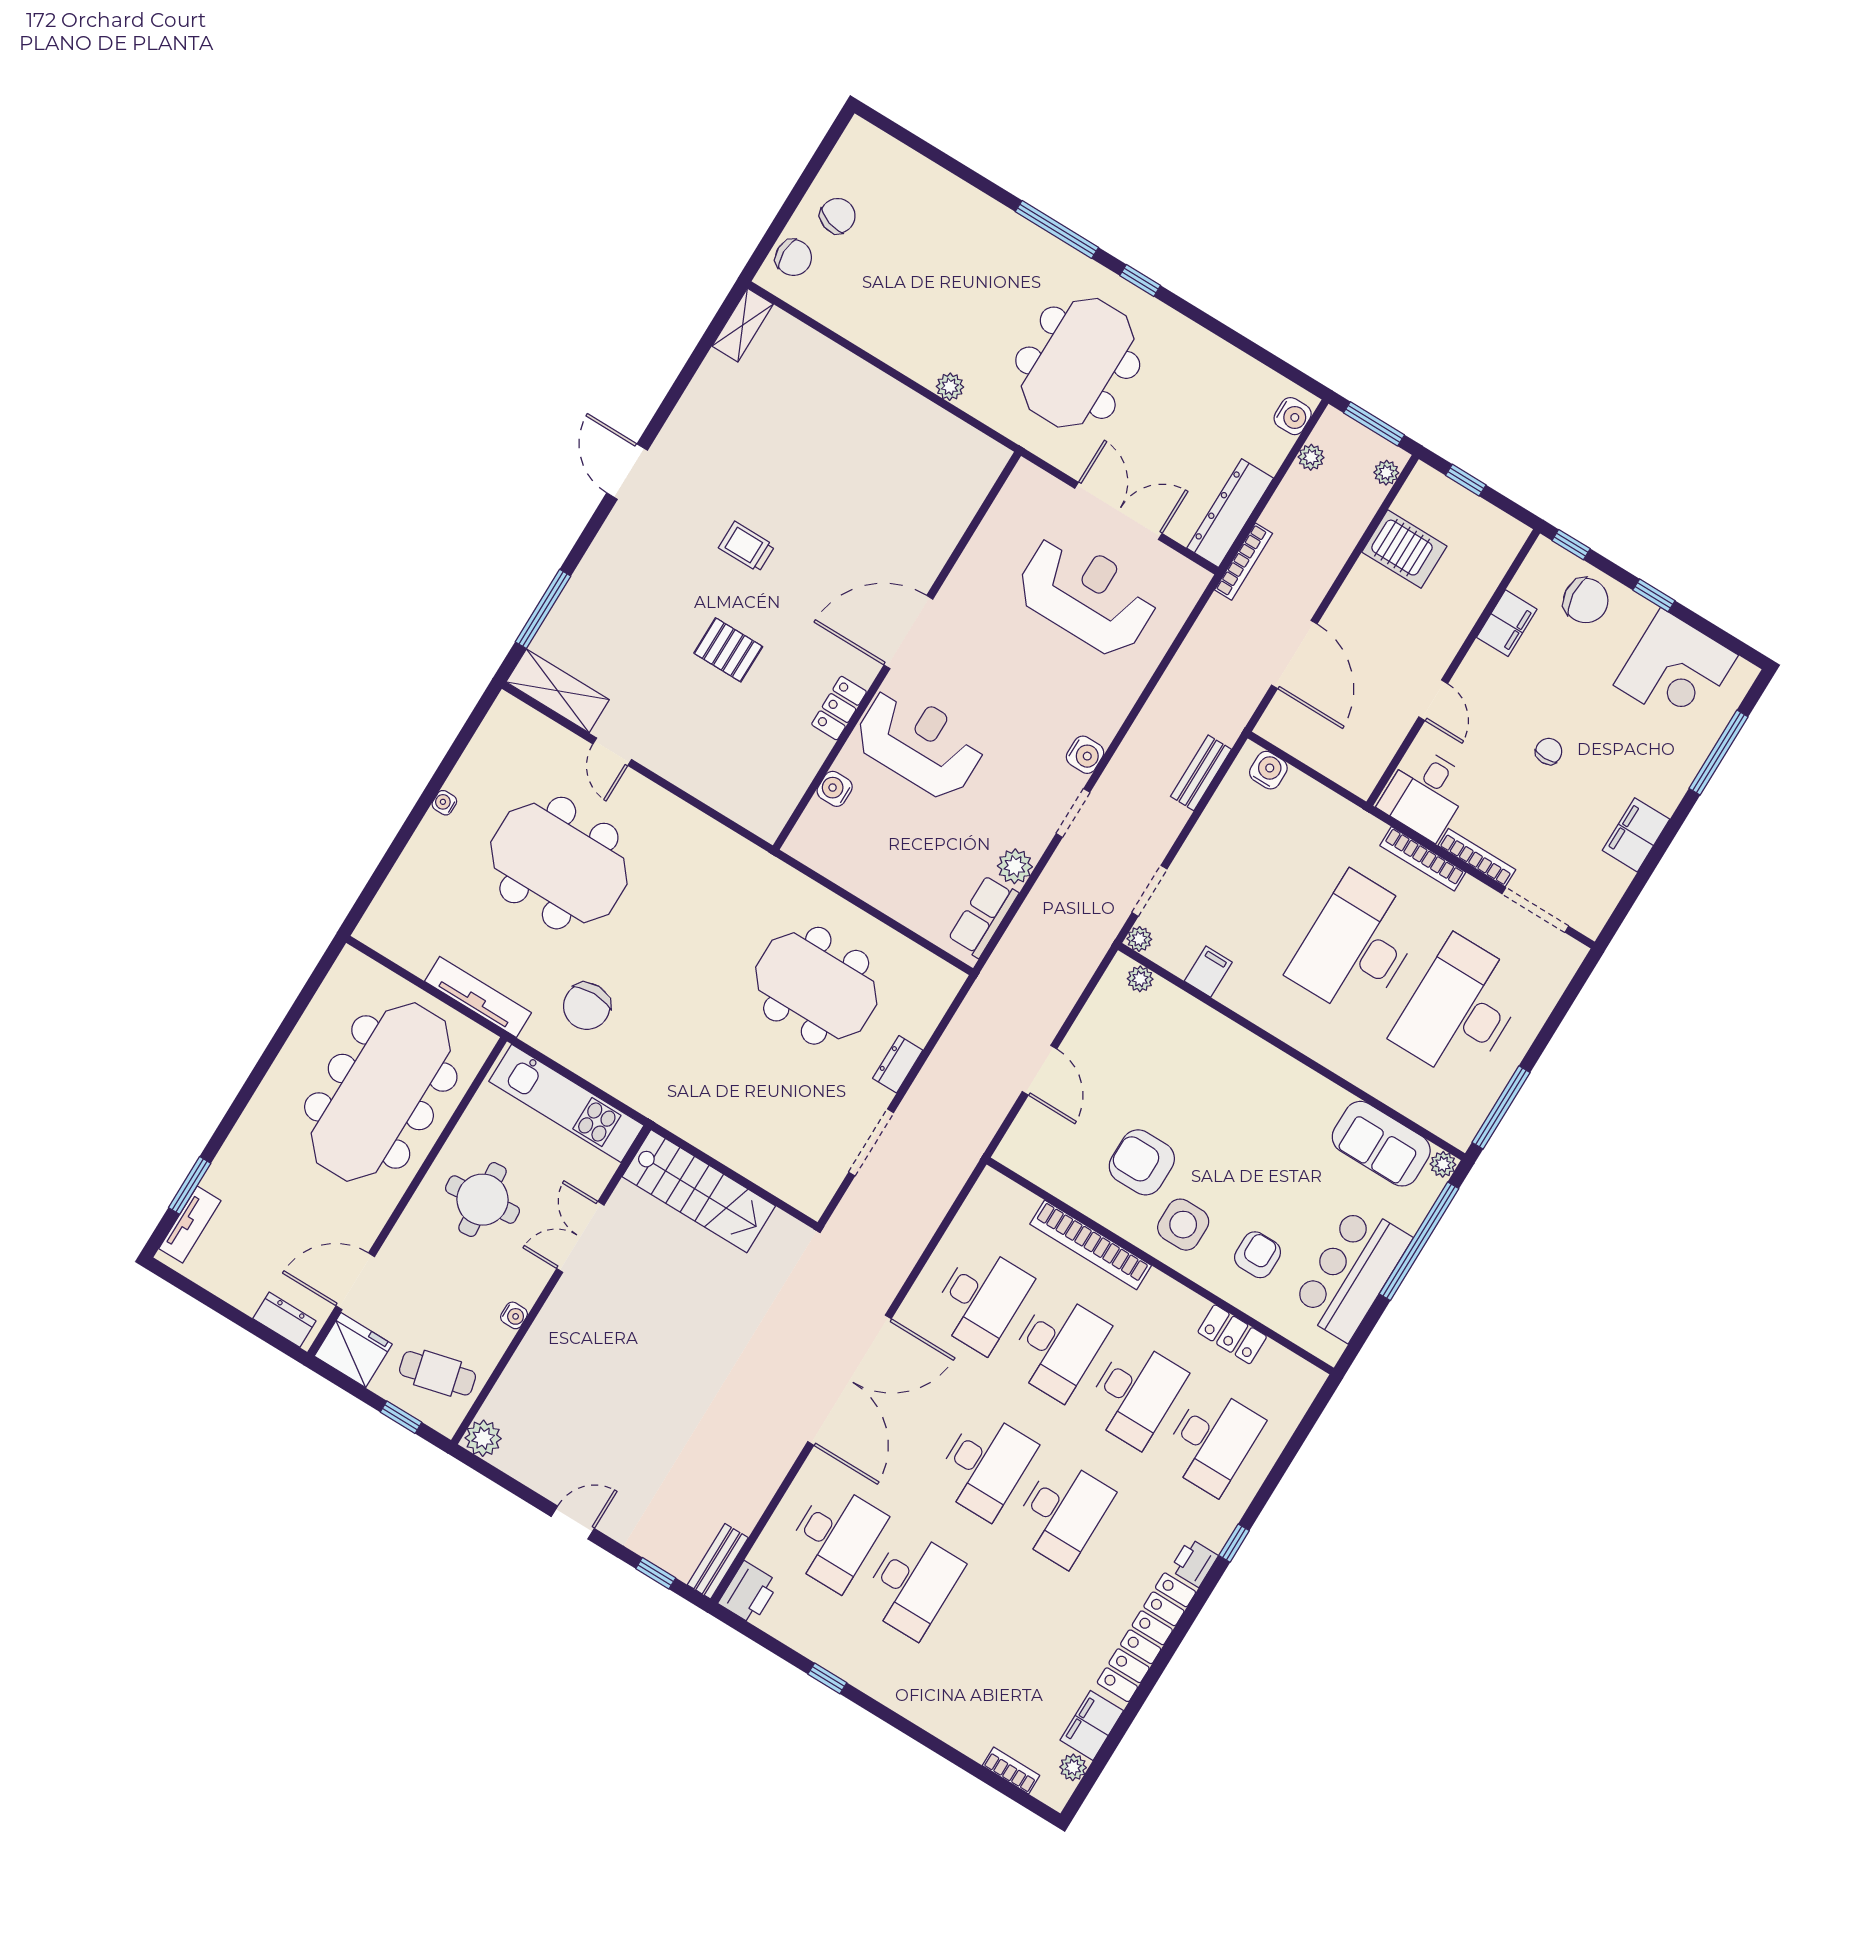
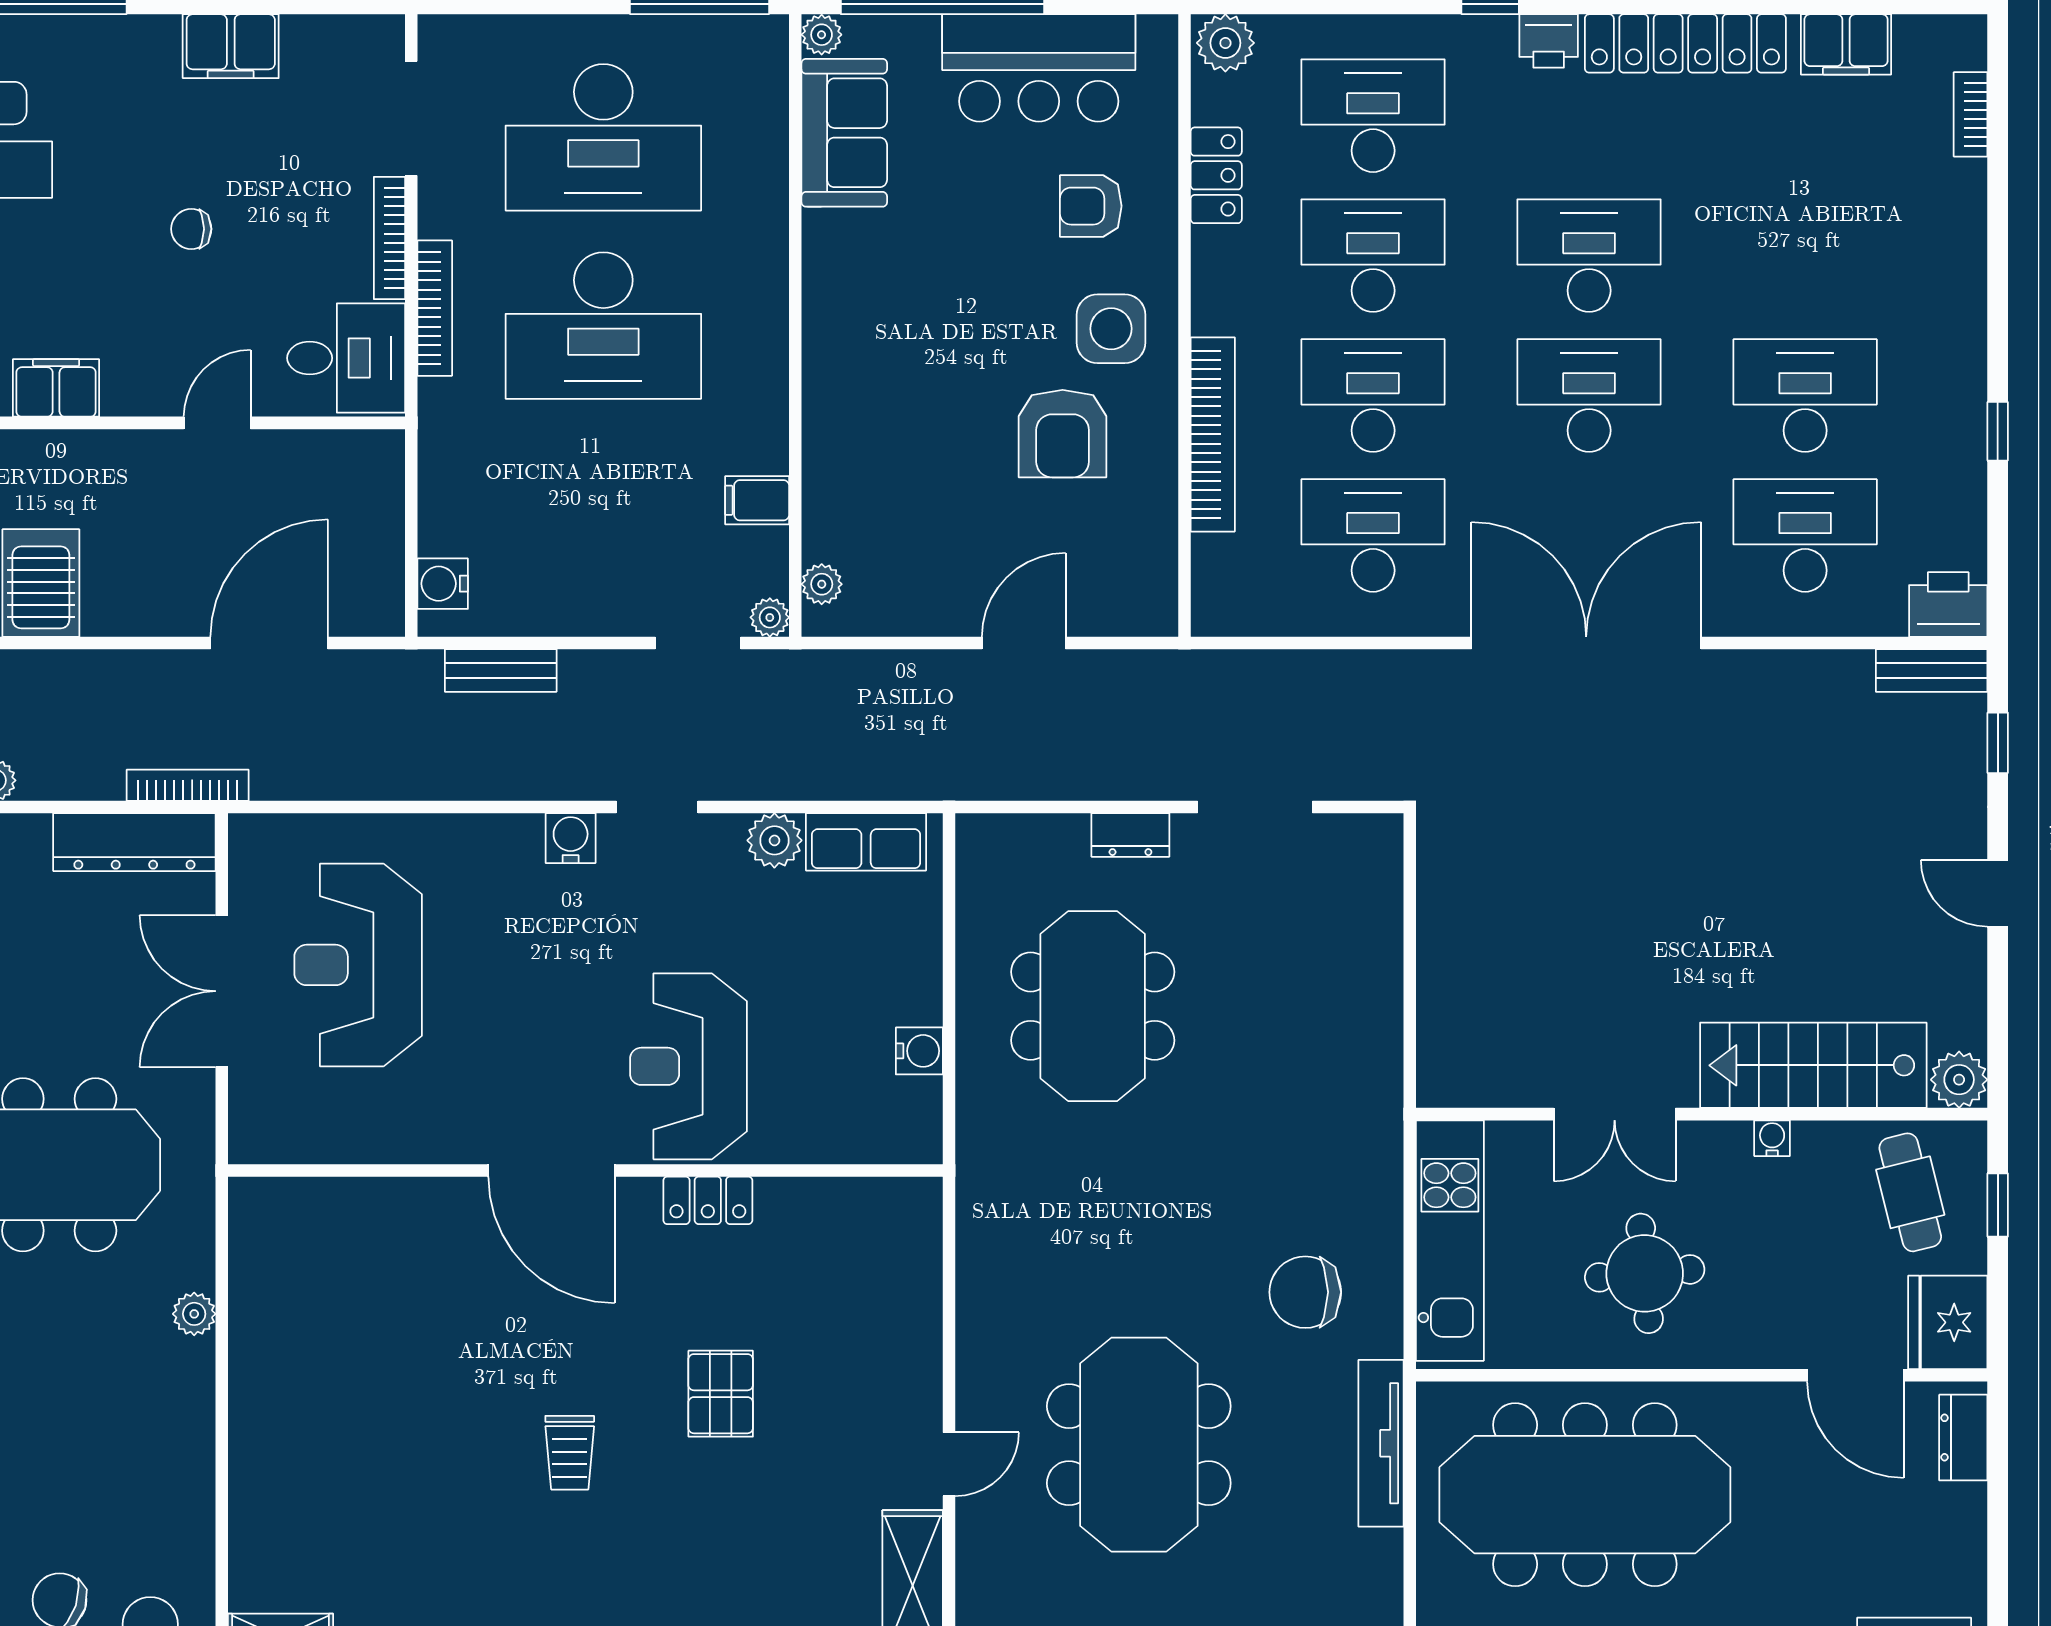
water cooler: (835, 789) -> (919, 1051), moved, turned -90
chair: (587, 1006) -> (1305, 1292), turned 180
stairs: (699, 1191) -> (1813, 1065), moved, turned -90
plant: (1073, 1767) -> (1225, 43), moved, width x1.38, depth x1.38

